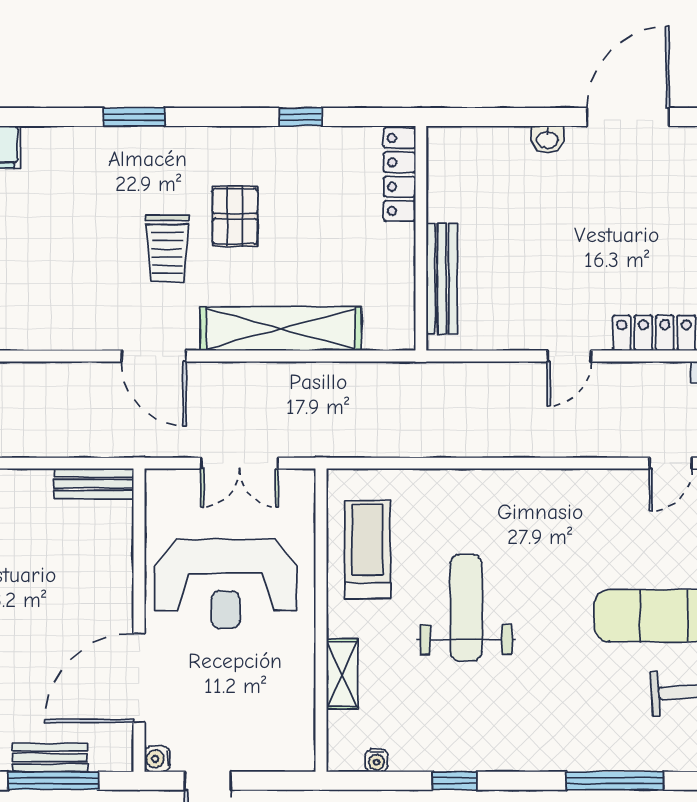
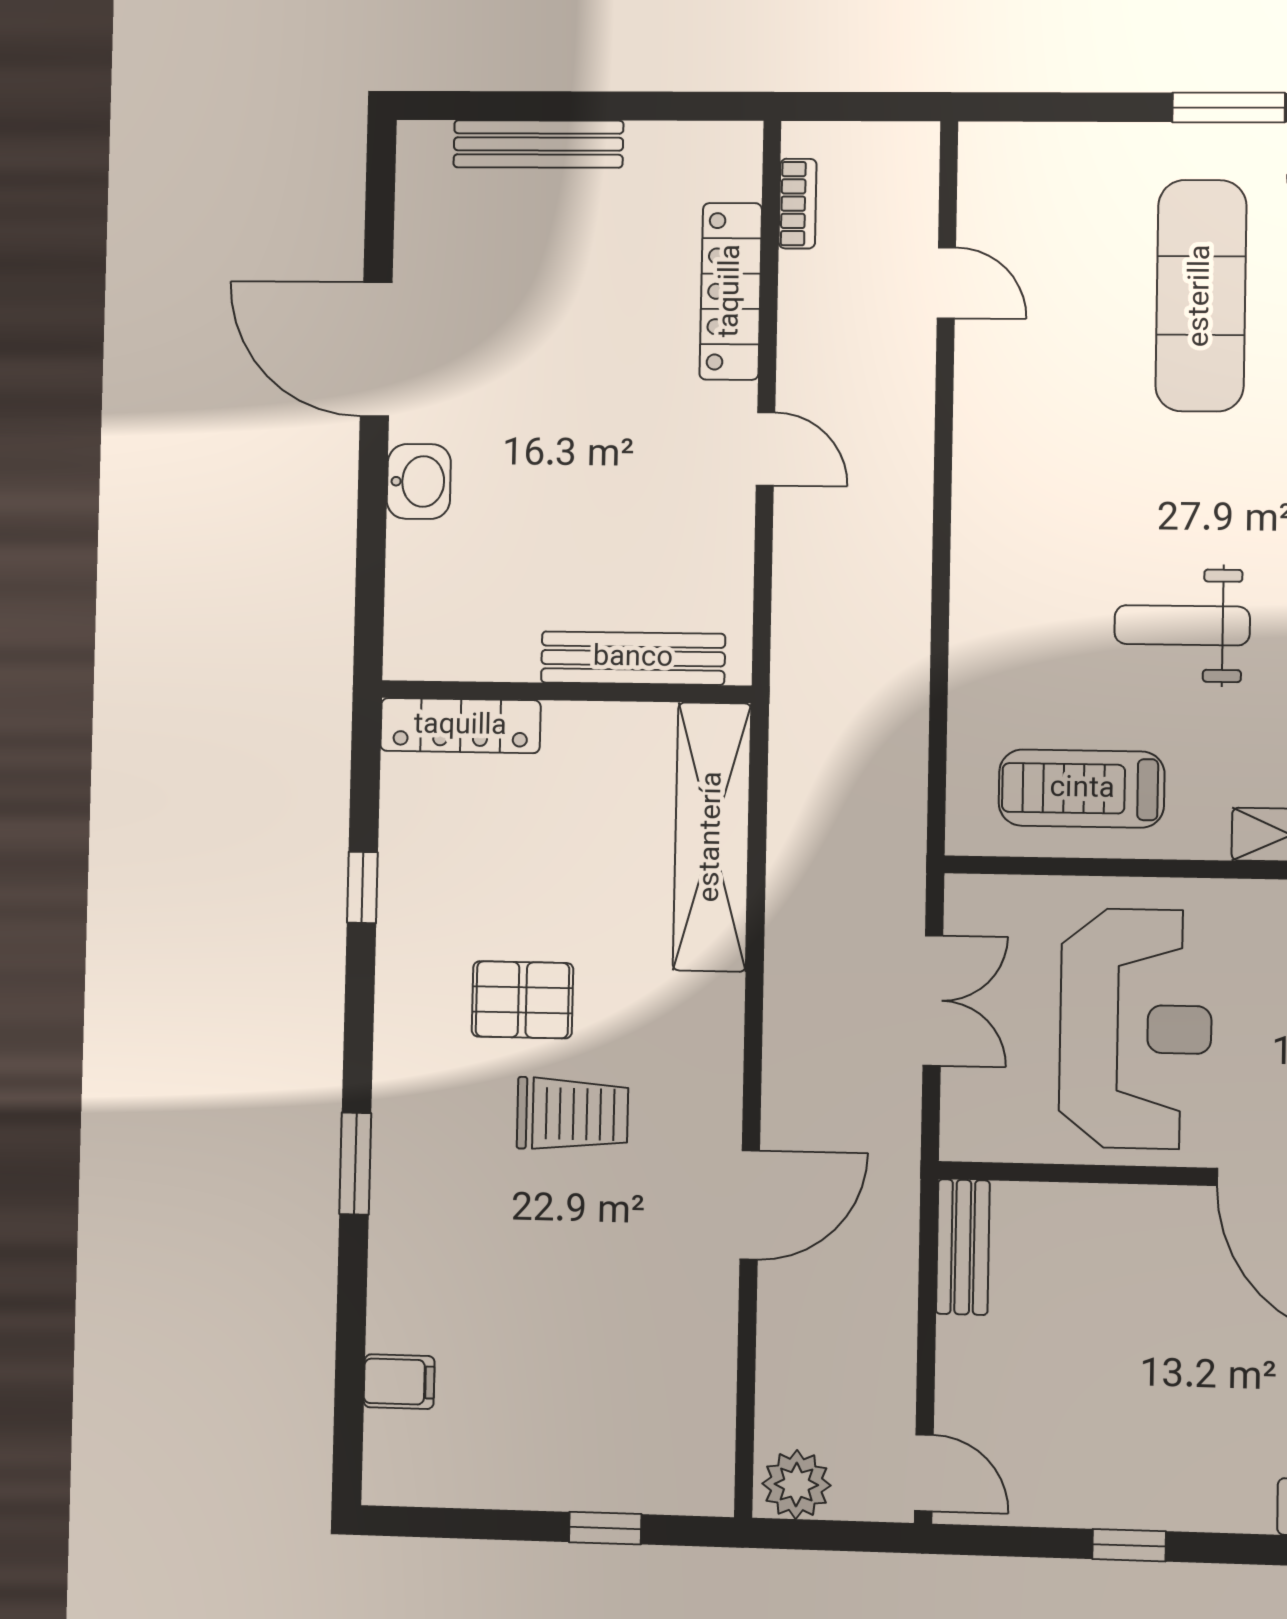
washbasin: (547, 139) -> (419, 481), width x1.38, depth x1.45
shelving: (281, 329) -> (712, 837), moved
door: (154, 356) -> (750, 1205), moved
weight bench: (466, 608) -> (1182, 625), width x0.73, depth x0.75

